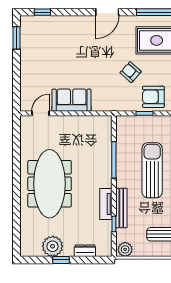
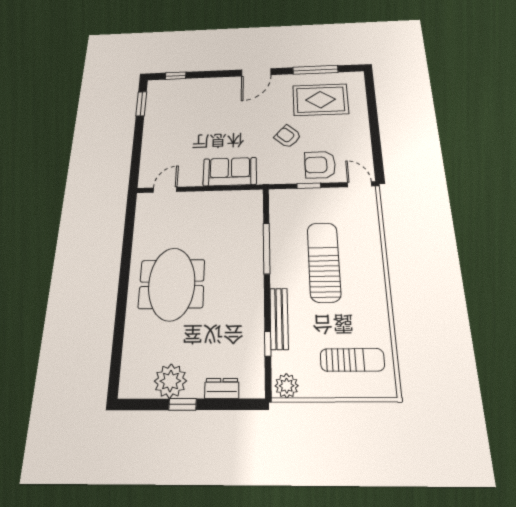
sofa: (72, 100) -> (230, 172), moved
meeting table: (50, 184) -> (172, 284), width x0.73
tv unit: (106, 204) -> (255, 313), removed

